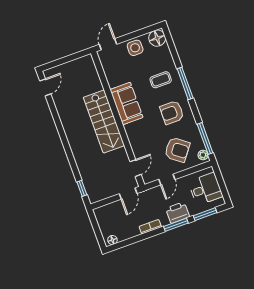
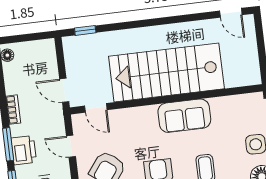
stairs: (104, 122) -> (166, 72), width x1.36, depth x1.51

